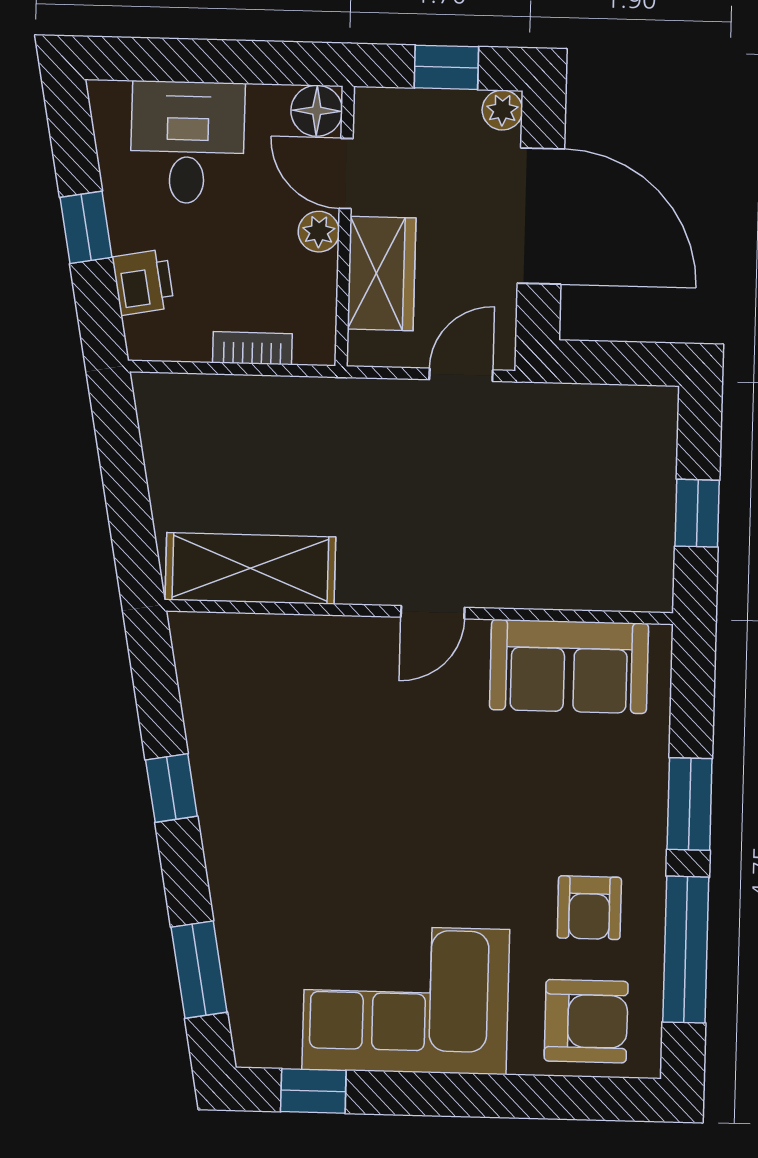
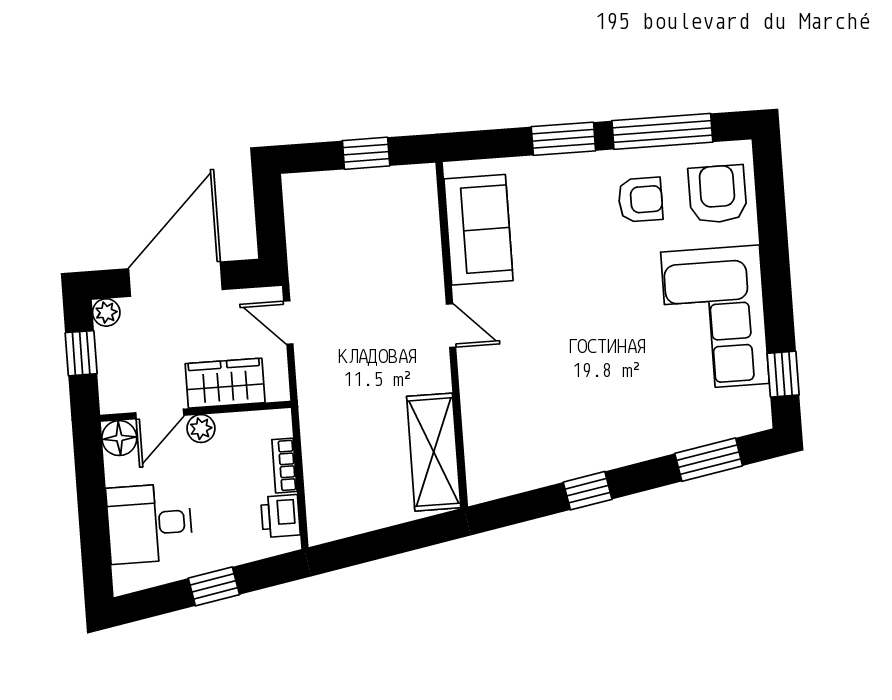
printer: (143, 282) -> (280, 516), moved, turned -80

